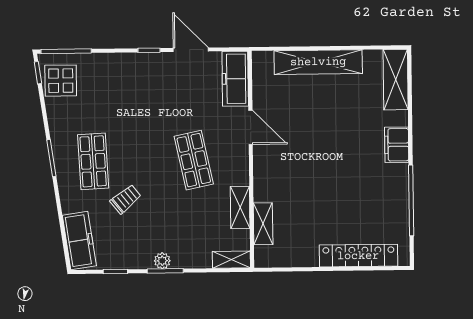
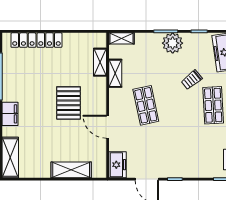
shelving: (318, 62) -> (71, 170), width x0.68
freezer: (235, 79) -> (117, 165), width x0.71
pallet: (309, 162) -> (69, 103), added
plant: (162, 261) -> (173, 43), width x1.87, depth x1.87

